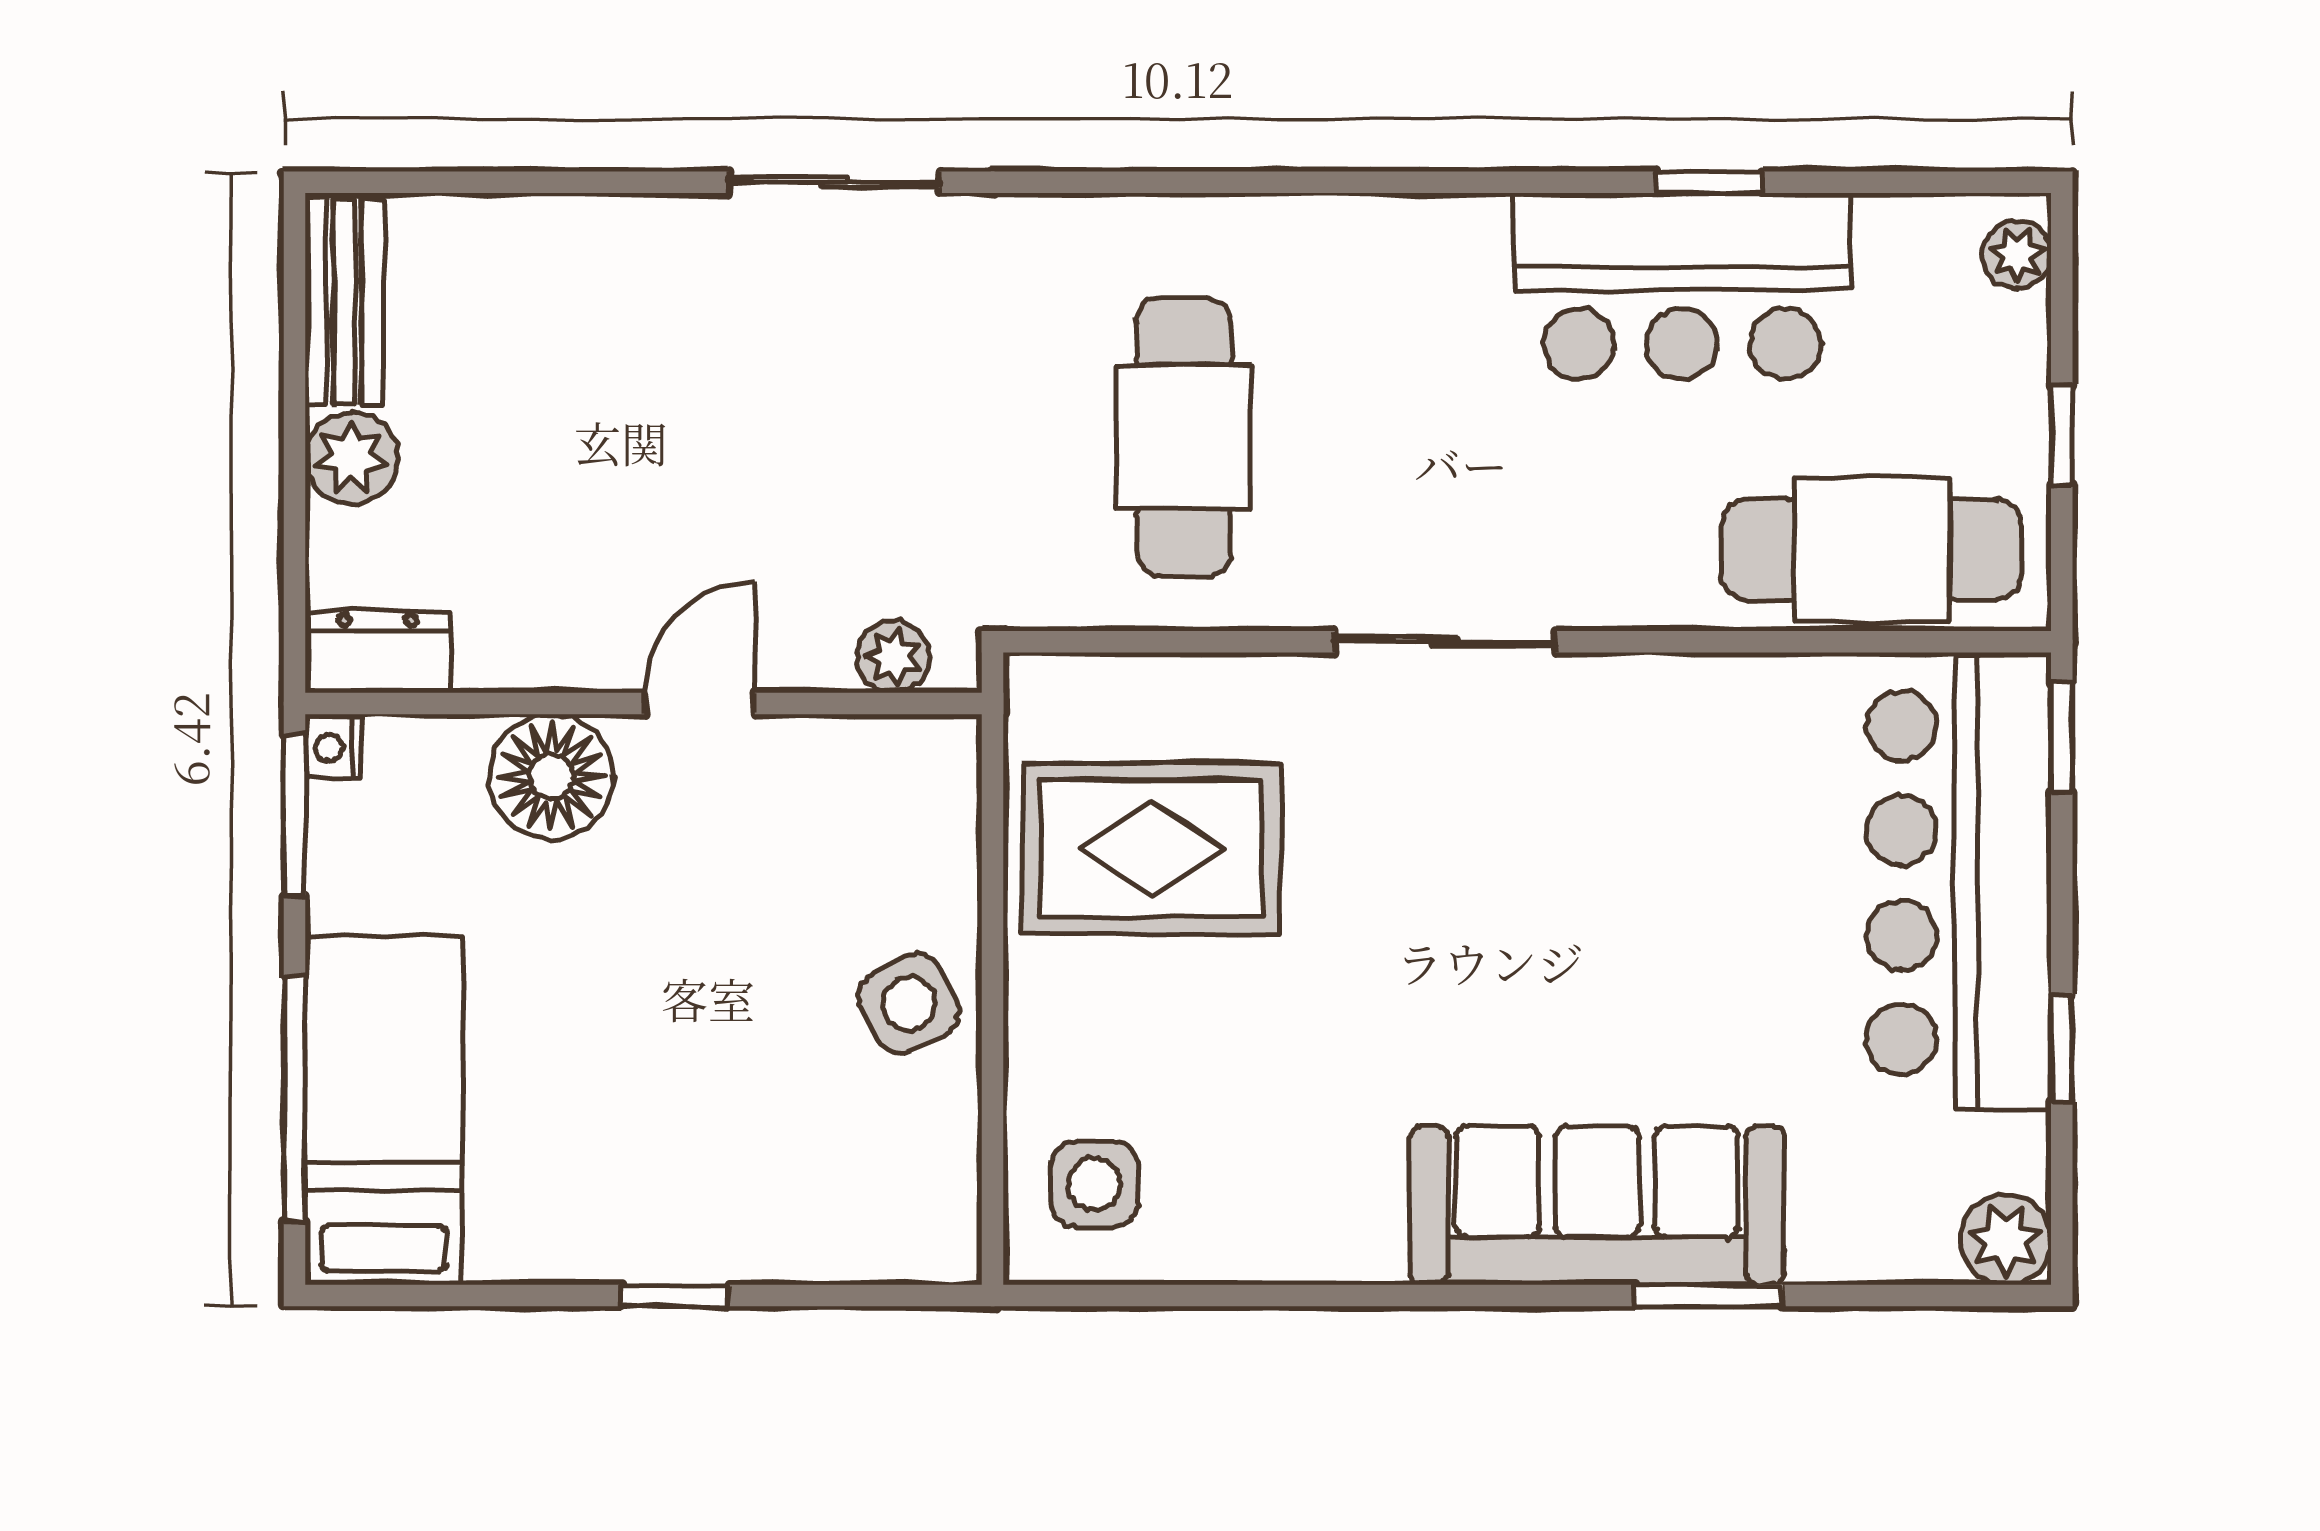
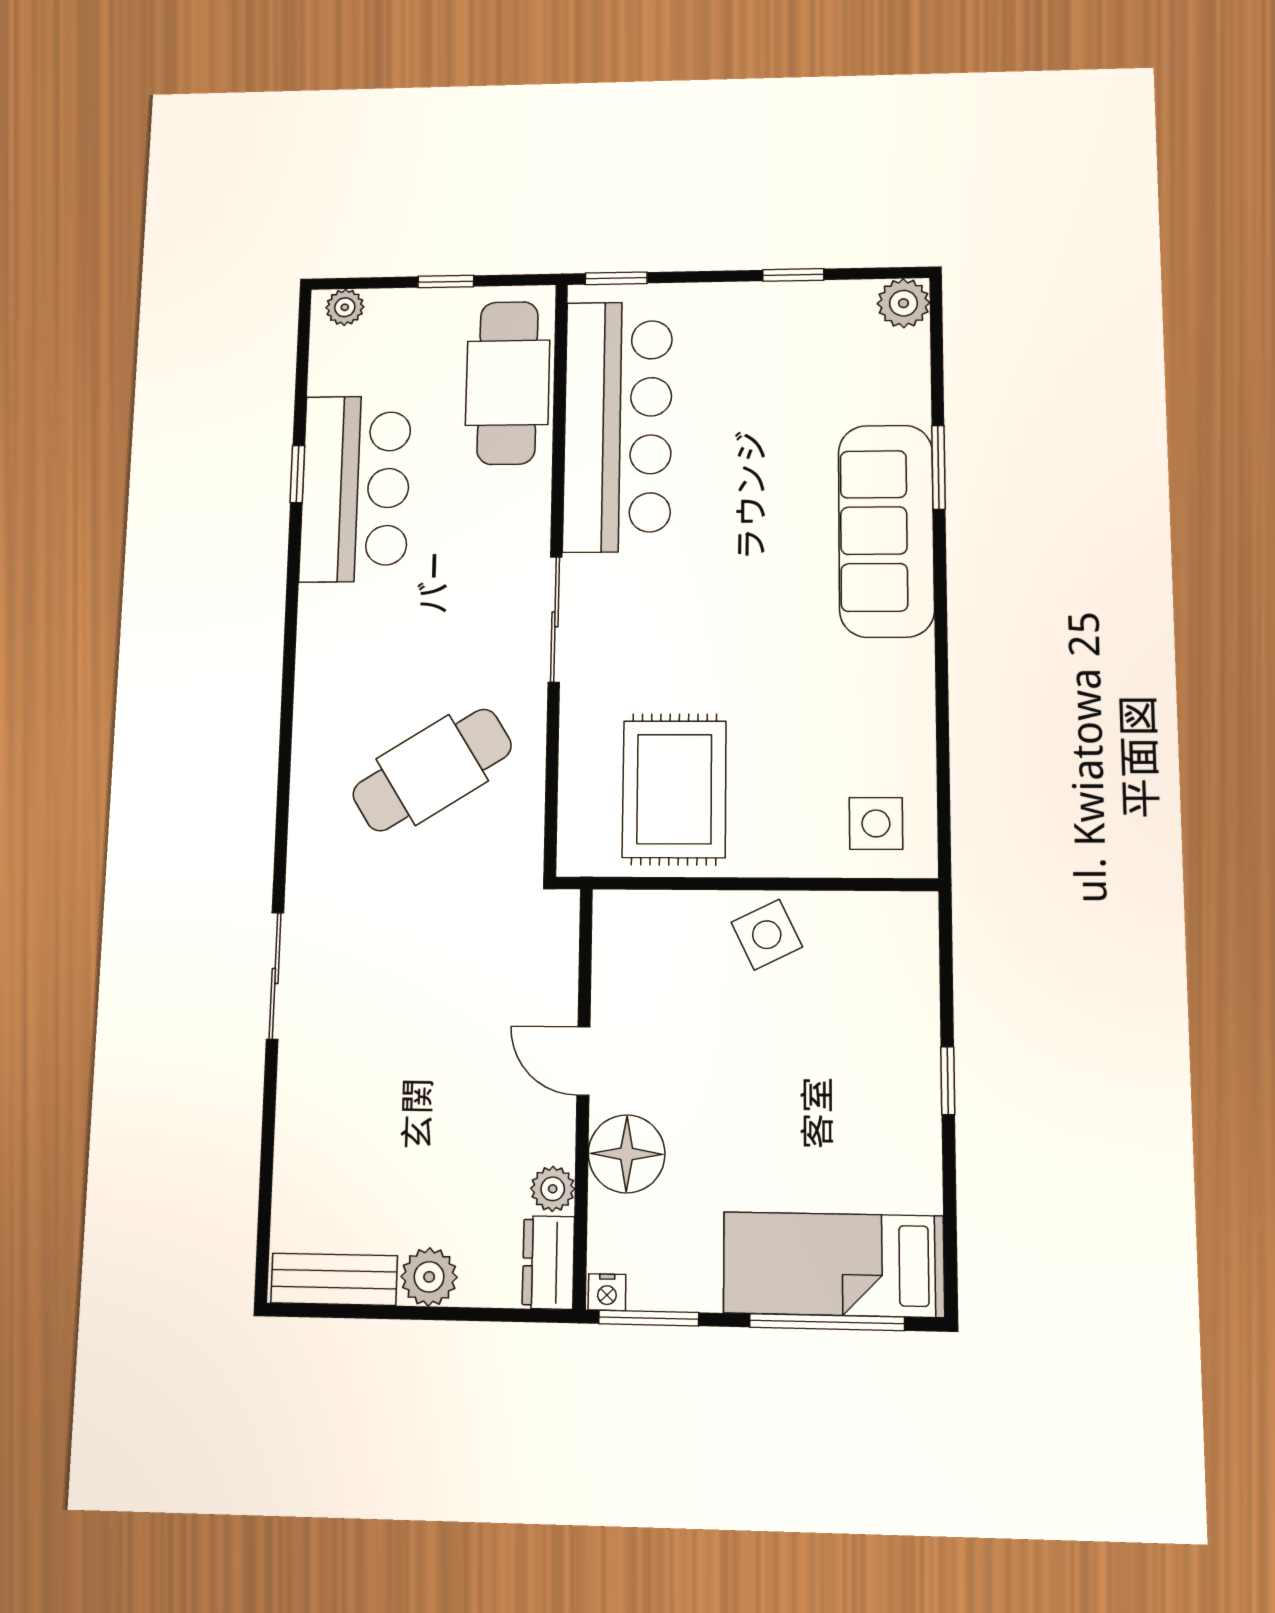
cafe table: (1184, 437) -> (432, 770), turned -32
plant: (893, 657) -> (553, 1189), moved
bar counter: (1959, 883) -> (618, 426), moved, turned -90

